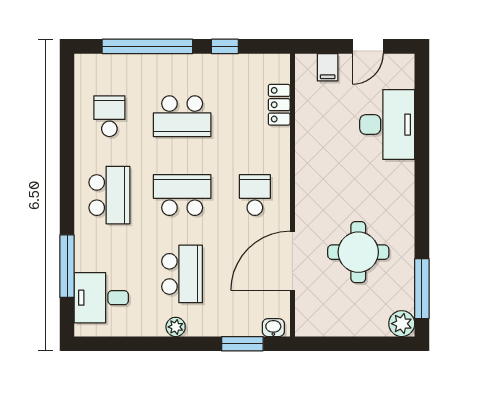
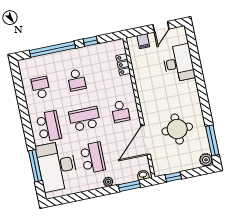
school desk: (182, 116) -> (77, 80), width x0.54
school desk: (255, 195) -> (120, 111), turned 180
desk: (101, 298) -> (57, 166), width x1.87, depth x1.30
plant: (176, 327) -> (108, 182), moved
window: (331, 344) -> (173, 177), added

